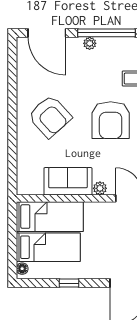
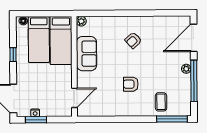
armchair: (50, 116) -> (133, 40), width x0.53, depth x0.53
armchair: (111, 120) -> (131, 84), width x0.53, depth x0.53
plant: (100, 188) -> (81, 21), moved

